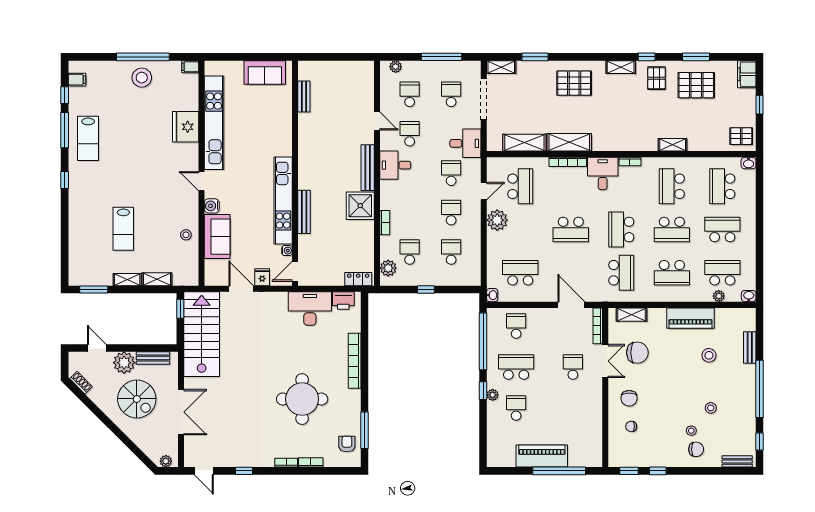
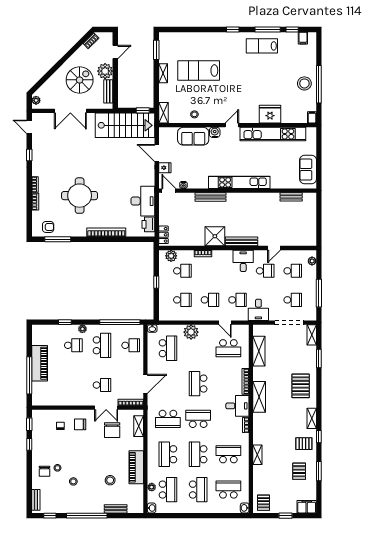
pallet: (696, 85) -> (299, 471), width x0.67, depth x0.71
shelving: (569, 142) -> (259, 397), moved
kitchen unit: (283, 200) -> (239, 182), moved
plant: (497, 220) -> (191, 332), moved
lab bench: (123, 229) -> (199, 71), width x1.36, depth x1.39
shelving: (157, 279) -> (163, 113), moved
door: (241, 289) -> (157, 153), swing flipped
window: (483, 391) -> (65, 322), moved
spiral stairs: (137, 399) -> (80, 80), turned 180
door: (204, 471) -> (29, 127), hinge flipped

